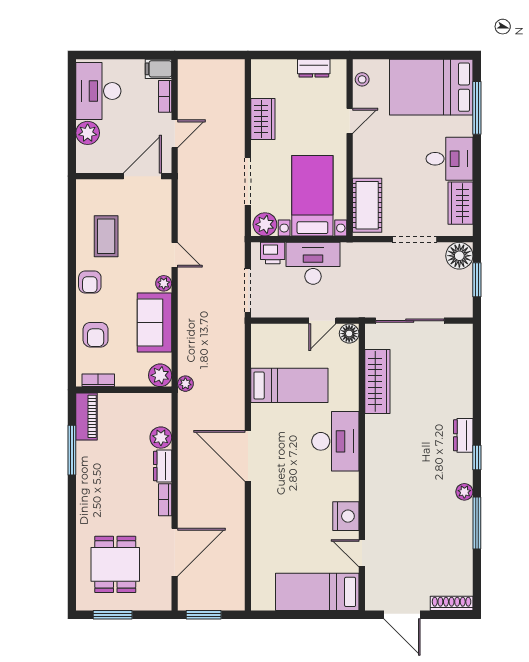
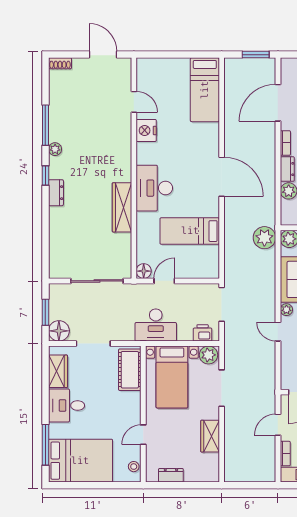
desk: (313, 263) -> (156, 325), moved
wardrobe: (377, 381) -> (122, 207), moved
plant: (185, 384) -> (264, 238), width x1.87, depth x1.87
bed: (317, 592) -> (205, 90), moved, turned 90
shoe rack: (452, 603) -> (60, 63), width x0.70

